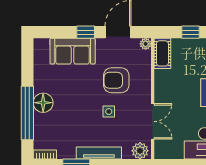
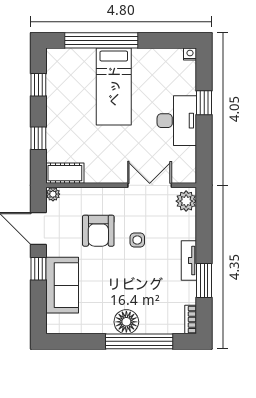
tv unit: (99, 153) -> (189, 260), width x0.71

